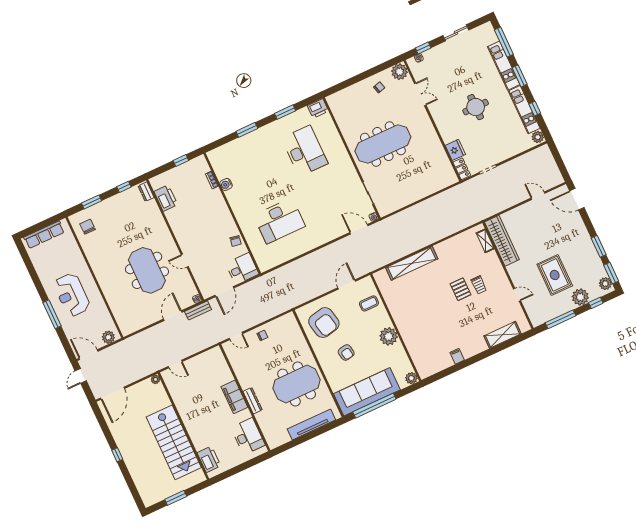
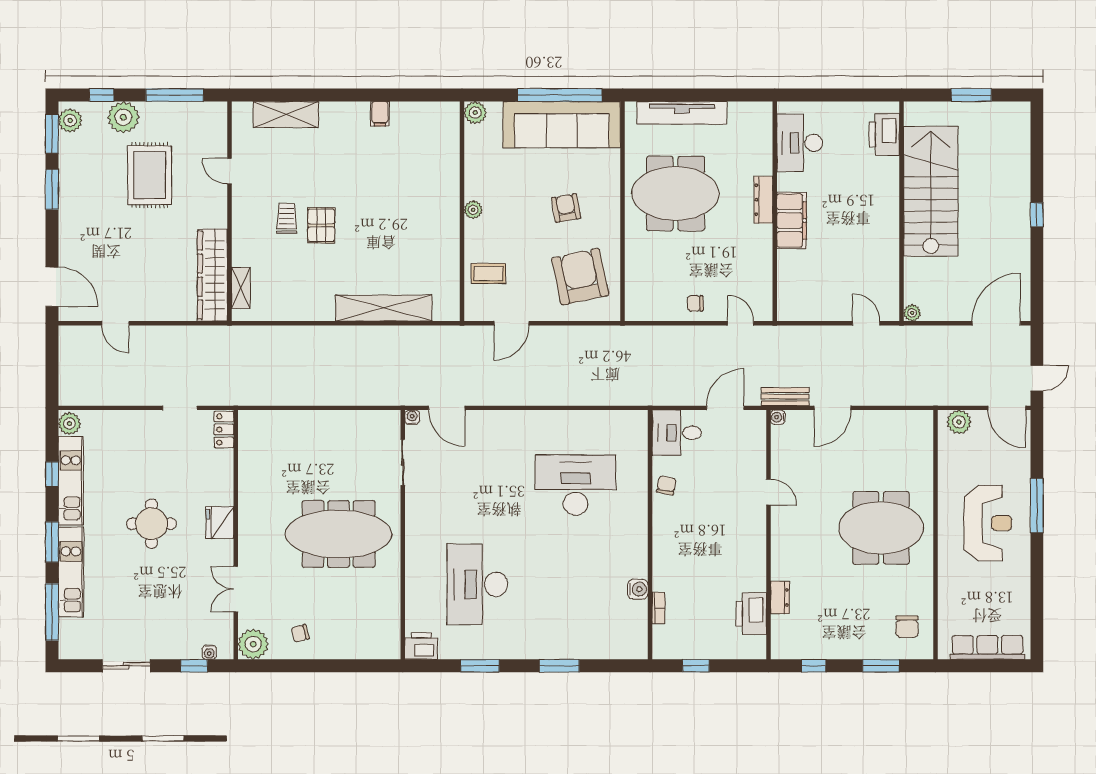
fridge: (455, 150) -> (220, 523), moved
dresser: (146, 192) -> (780, 597), moved
meeting table: (147, 270) -> (881, 528), moved, turned 90
plant: (389, 336) -> (473, 210), width x0.53, depth x0.53

